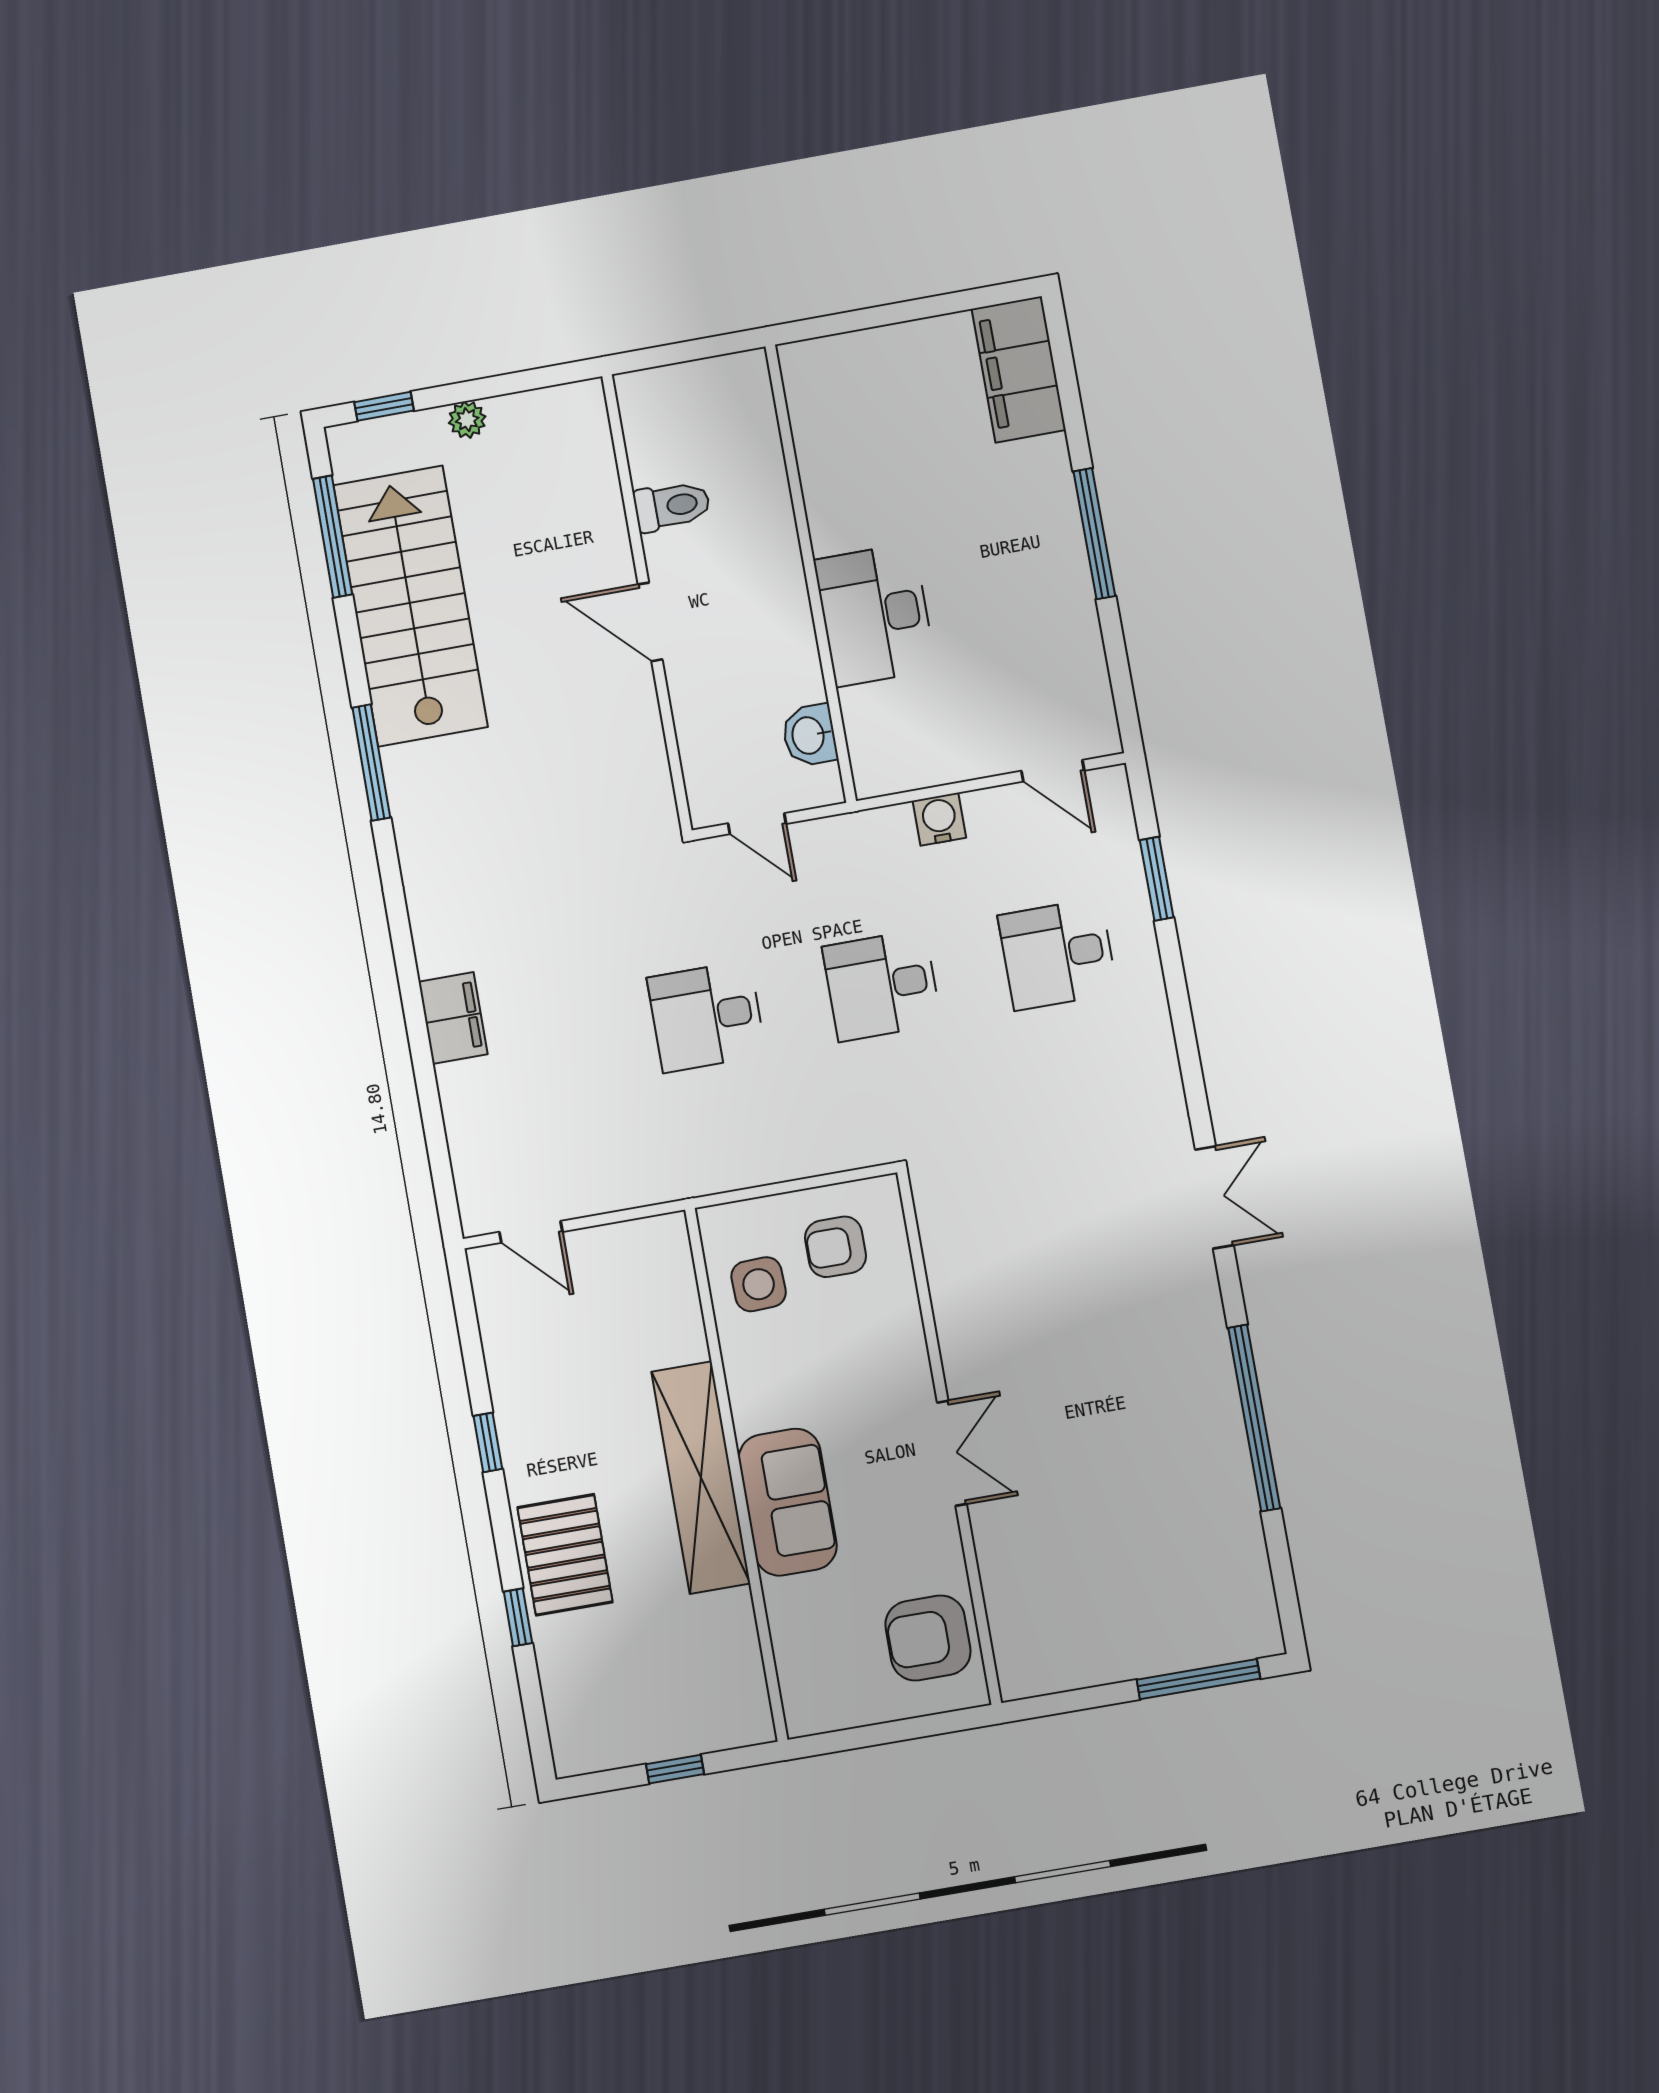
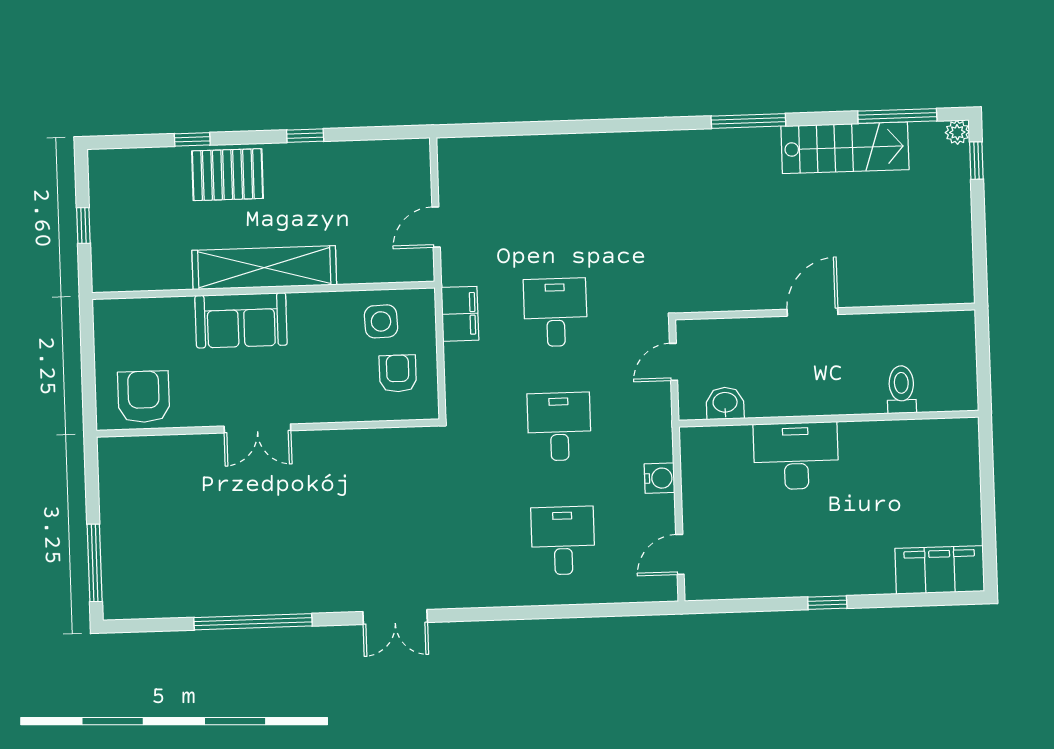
plant: (467, 420) -> (957, 132), moved
toilet: (672, 506) -> (901, 390), moved, turned 180
window: (1094, 534) -> (827, 603), width x0.46
stairs: (410, 606) -> (845, 148), width x0.73, depth x0.66
window: (1157, 879) -> (602, 610), removed
filing cabinet: (453, 1018) -> (460, 314), moved, turned -90
door: (531, 1232) -> (436, 227), moved

